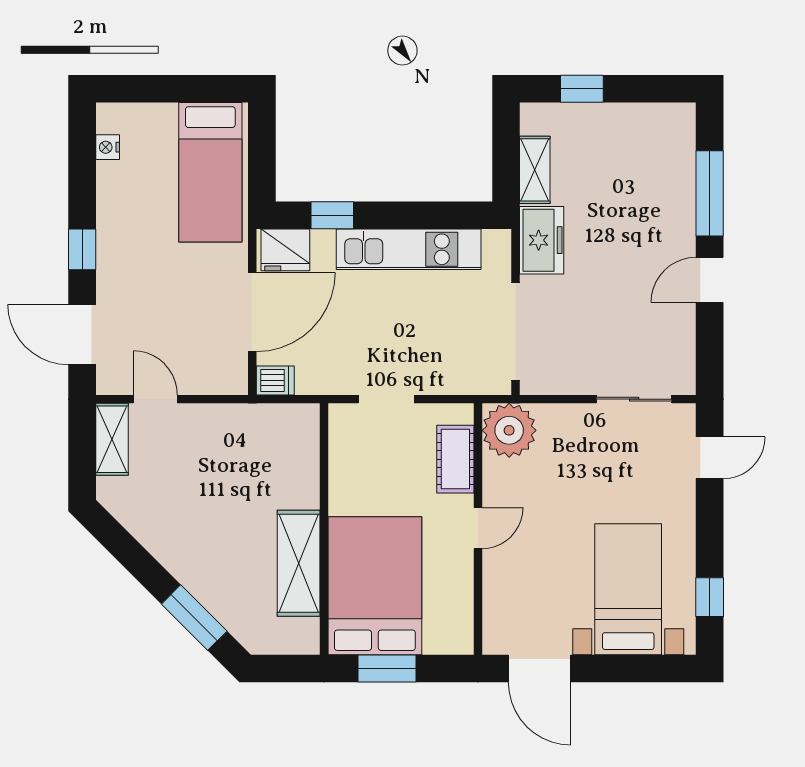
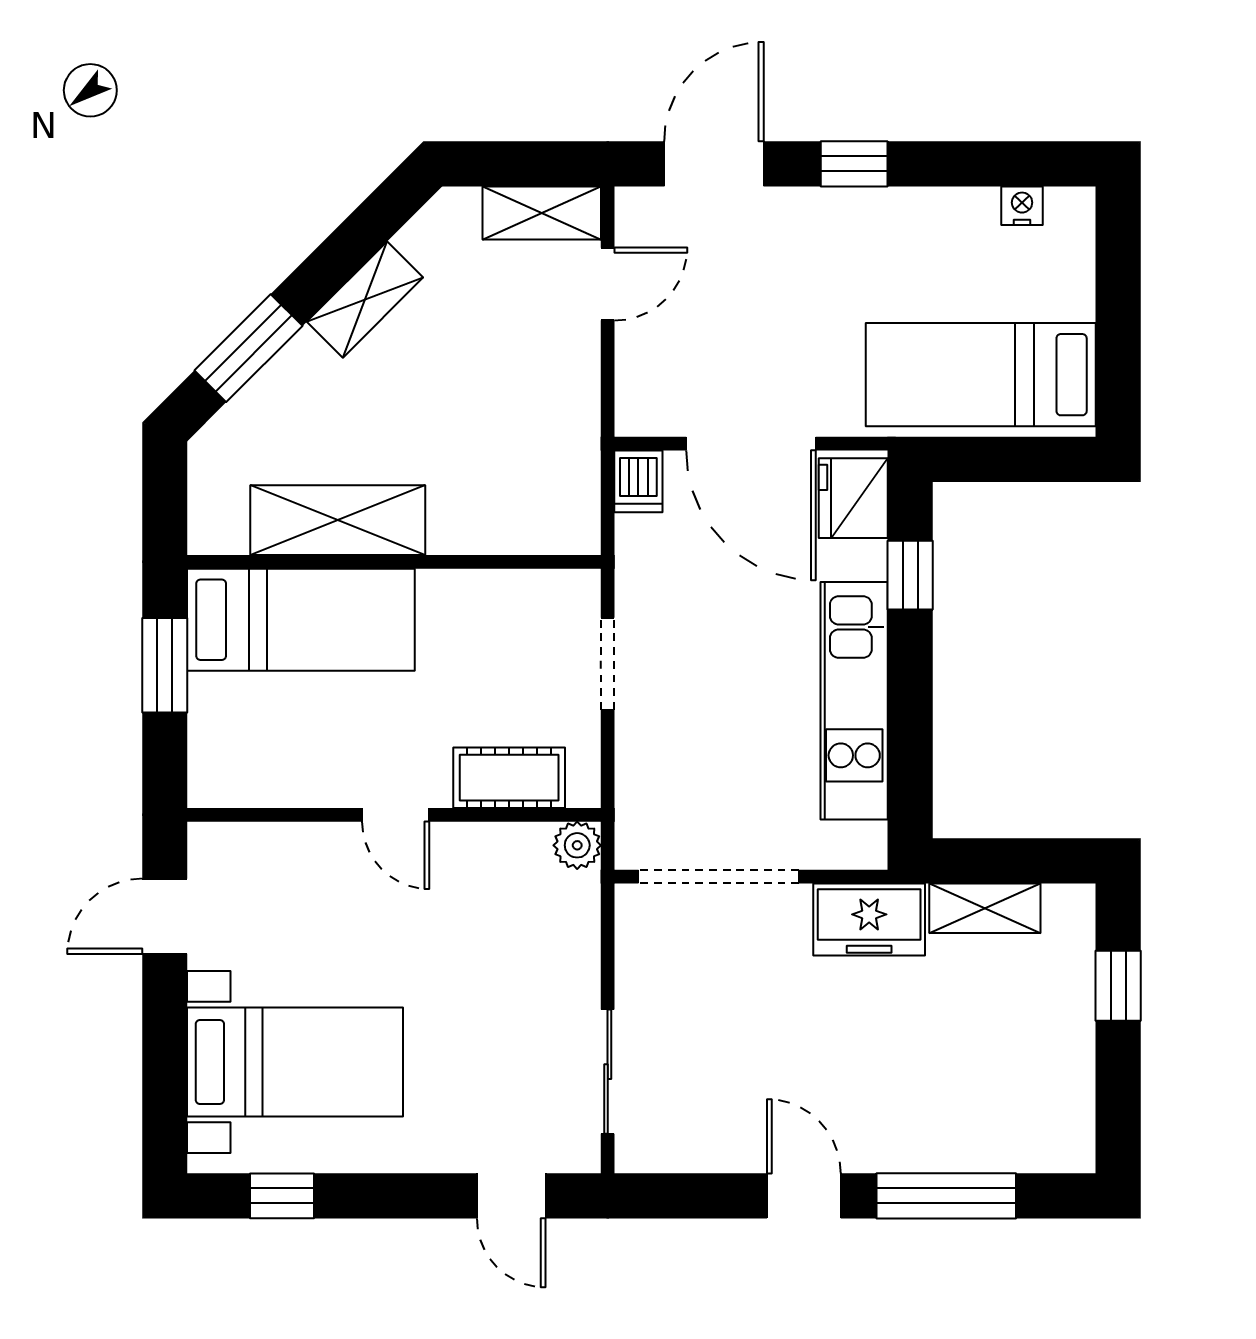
plant: (509, 430) -> (577, 845), width x0.53, depth x0.53
shelving: (165, 547) -> (365, 300), added
bed: (375, 586) -> (301, 620), width x0.67
door: (540, 668) -> (165, 916), width x0.73

